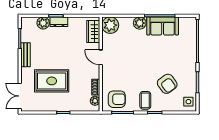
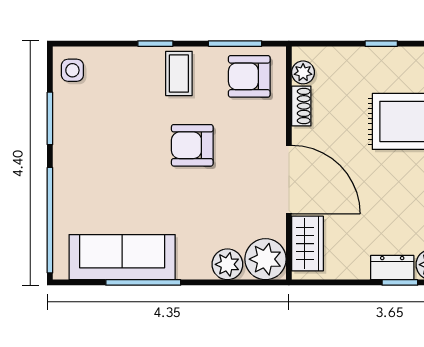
plant: (140, 23) -> (227, 264), moved
sofa: (163, 26) -> (122, 257), width x1.36
door: (101, 57) -> (289, 180), width x1.88
armchair: (167, 84) -> (192, 145), moved, turned -54

